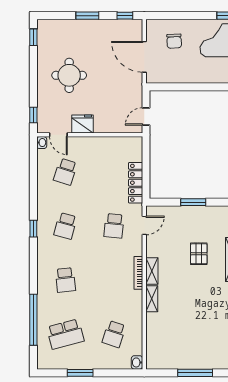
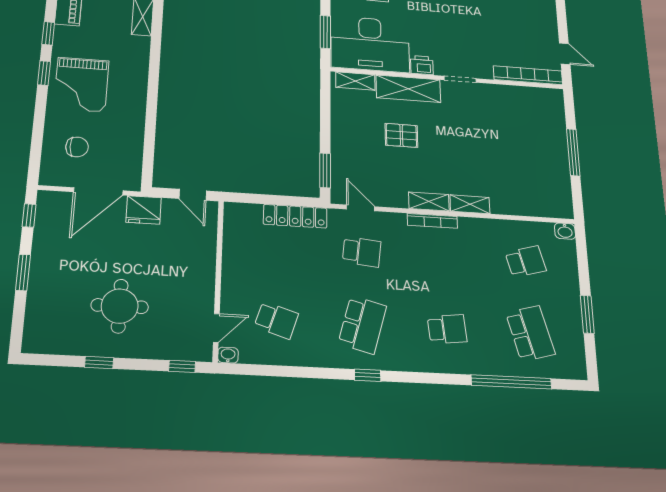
window: (33, 37) -> (99, 362), moved
fridge: (82, 124) -> (144, 210), moved, turned -90
window: (193, 202) -> (325, 170), moved
school desk: (65, 226) -> (362, 325), width x1.85
school desk: (114, 334) -> (526, 261), turned -33

